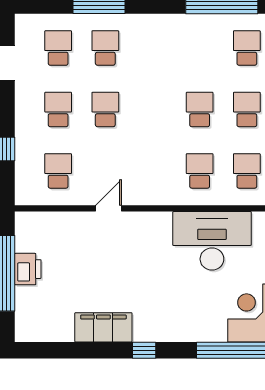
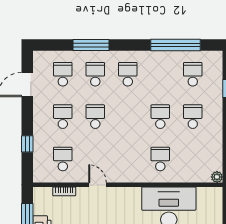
school desk: (247, 171) -> (128, 74), moved
door: (108, 208) -> (97, 185), hinge flipped
bookcase: (60, 218) -> (64, 191), added

